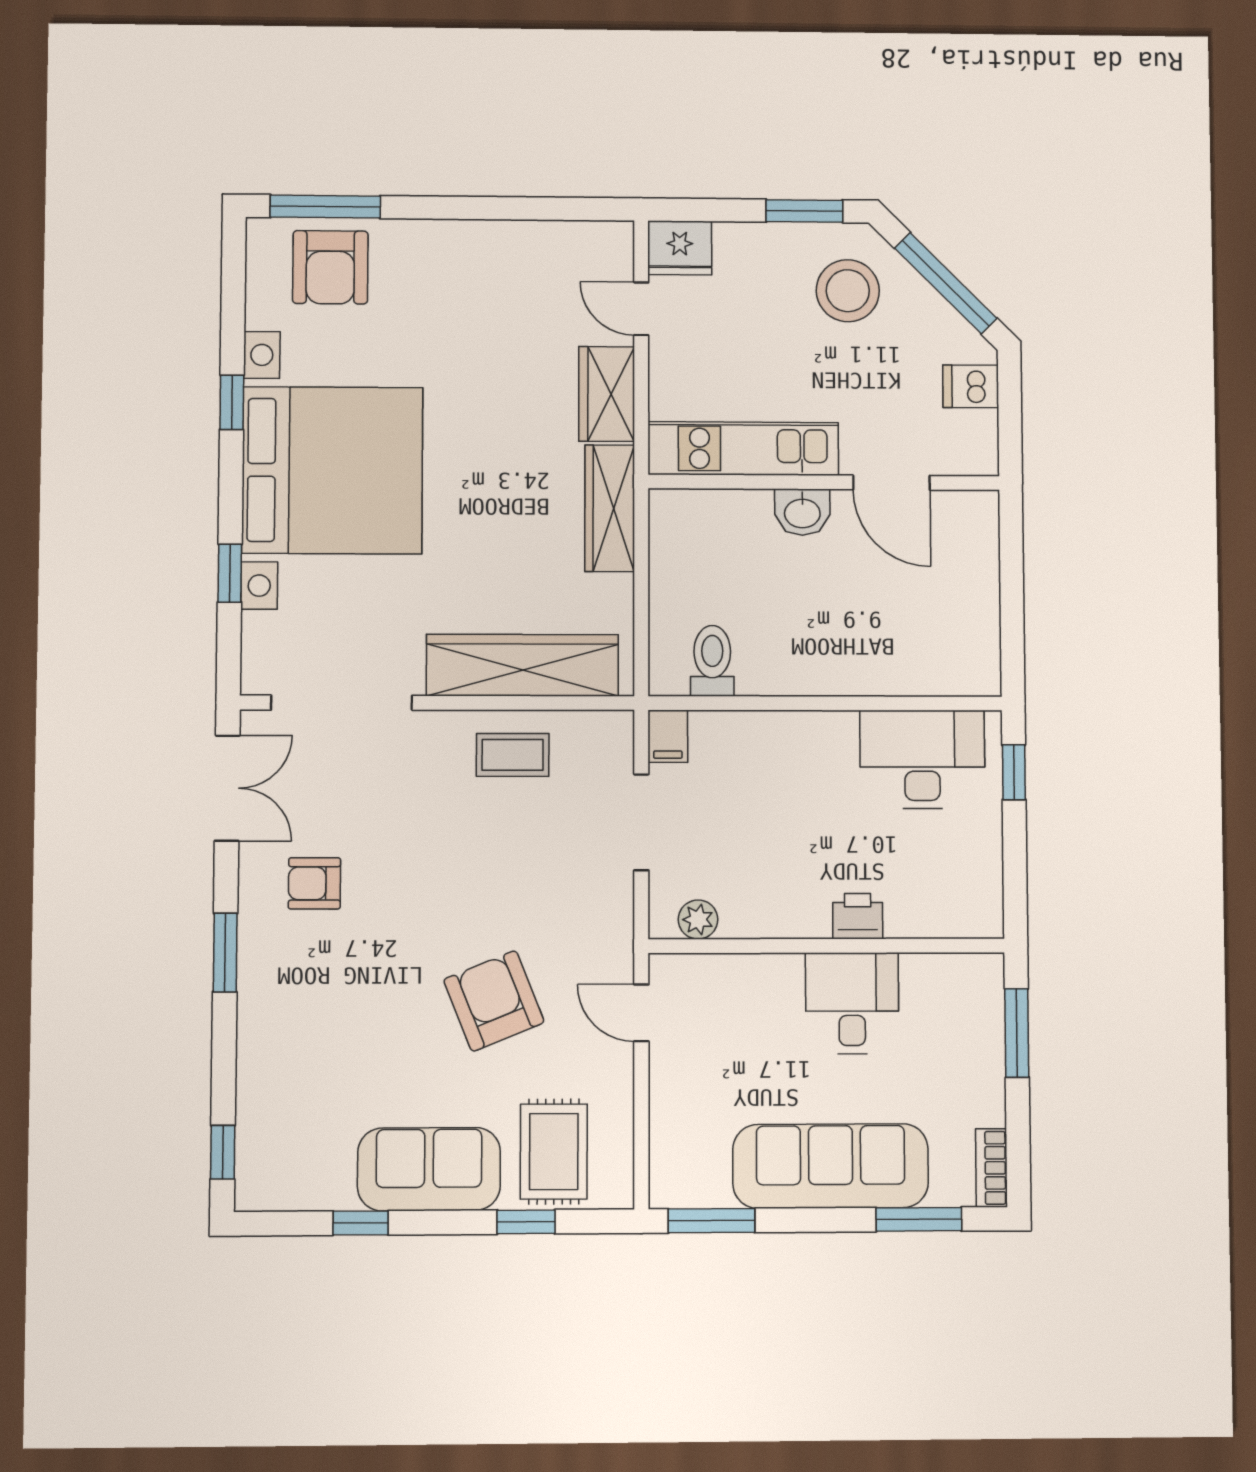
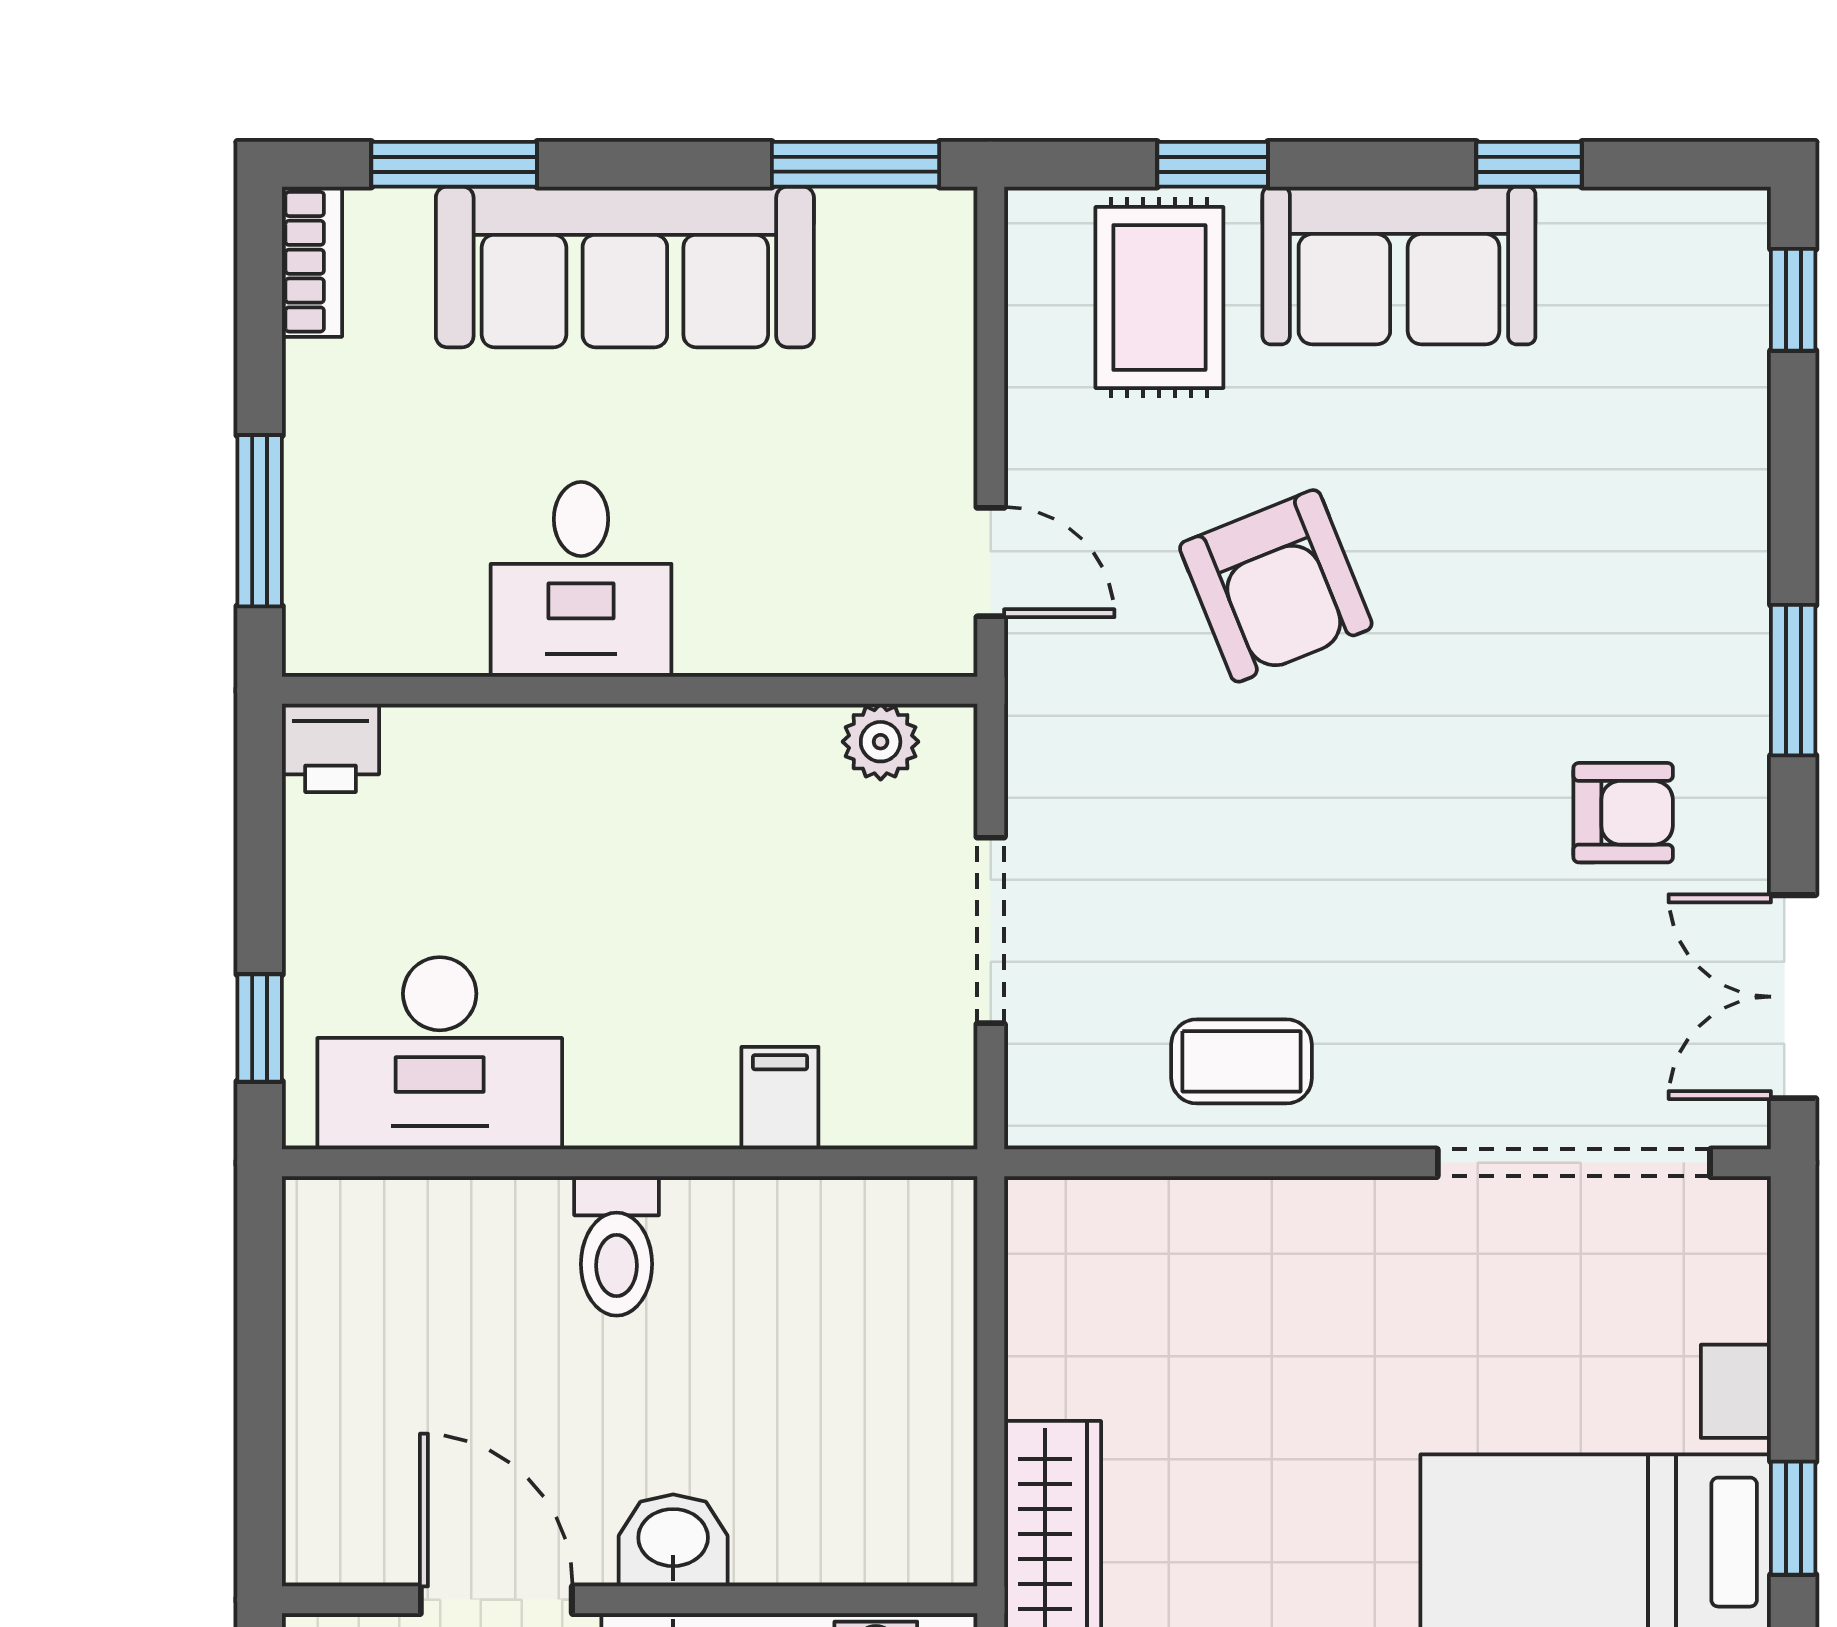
window: (230, 573) -> (1793, 1518), moved
toilet: (712, 661) -> (617, 1246), moved
wardrobe: (522, 665) -> (1223, 1237), removed
filing cabinet: (668, 736) -> (780, 1098), moved
printer: (858, 916) -> (330, 748), moved

